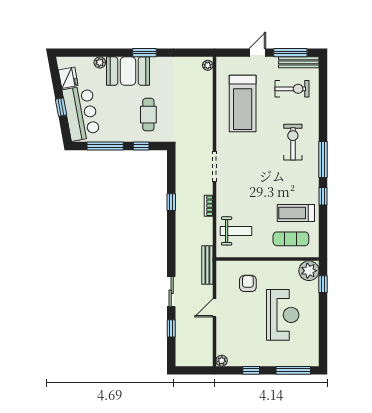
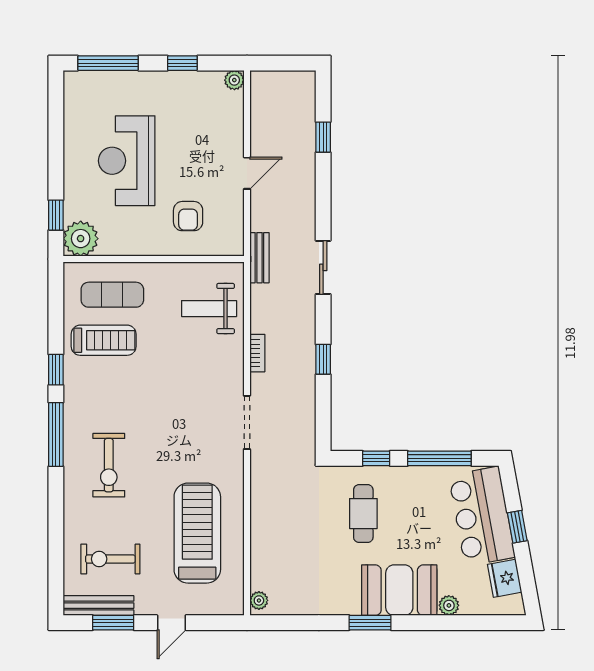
window: (290, 53) -> (113, 623), width x0.69
bench: (207, 265) -> (259, 258), width x0.73
sliding door: (171, 292) -> (323, 267), moved

